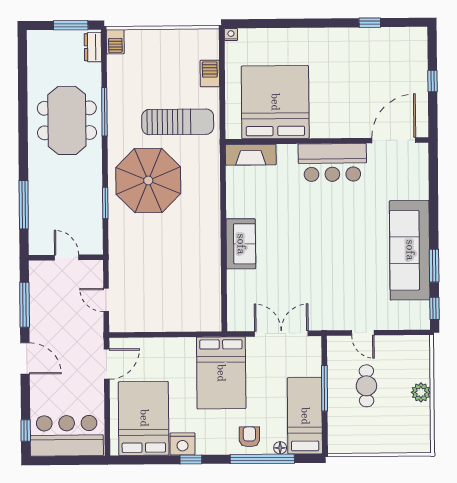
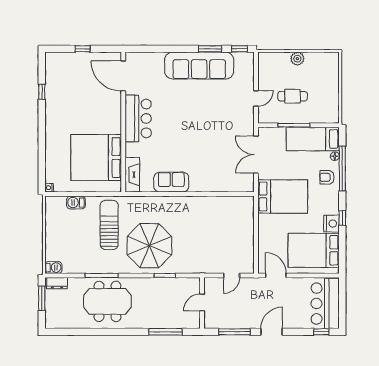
sofa: (241, 244) -> (171, 182), moved

